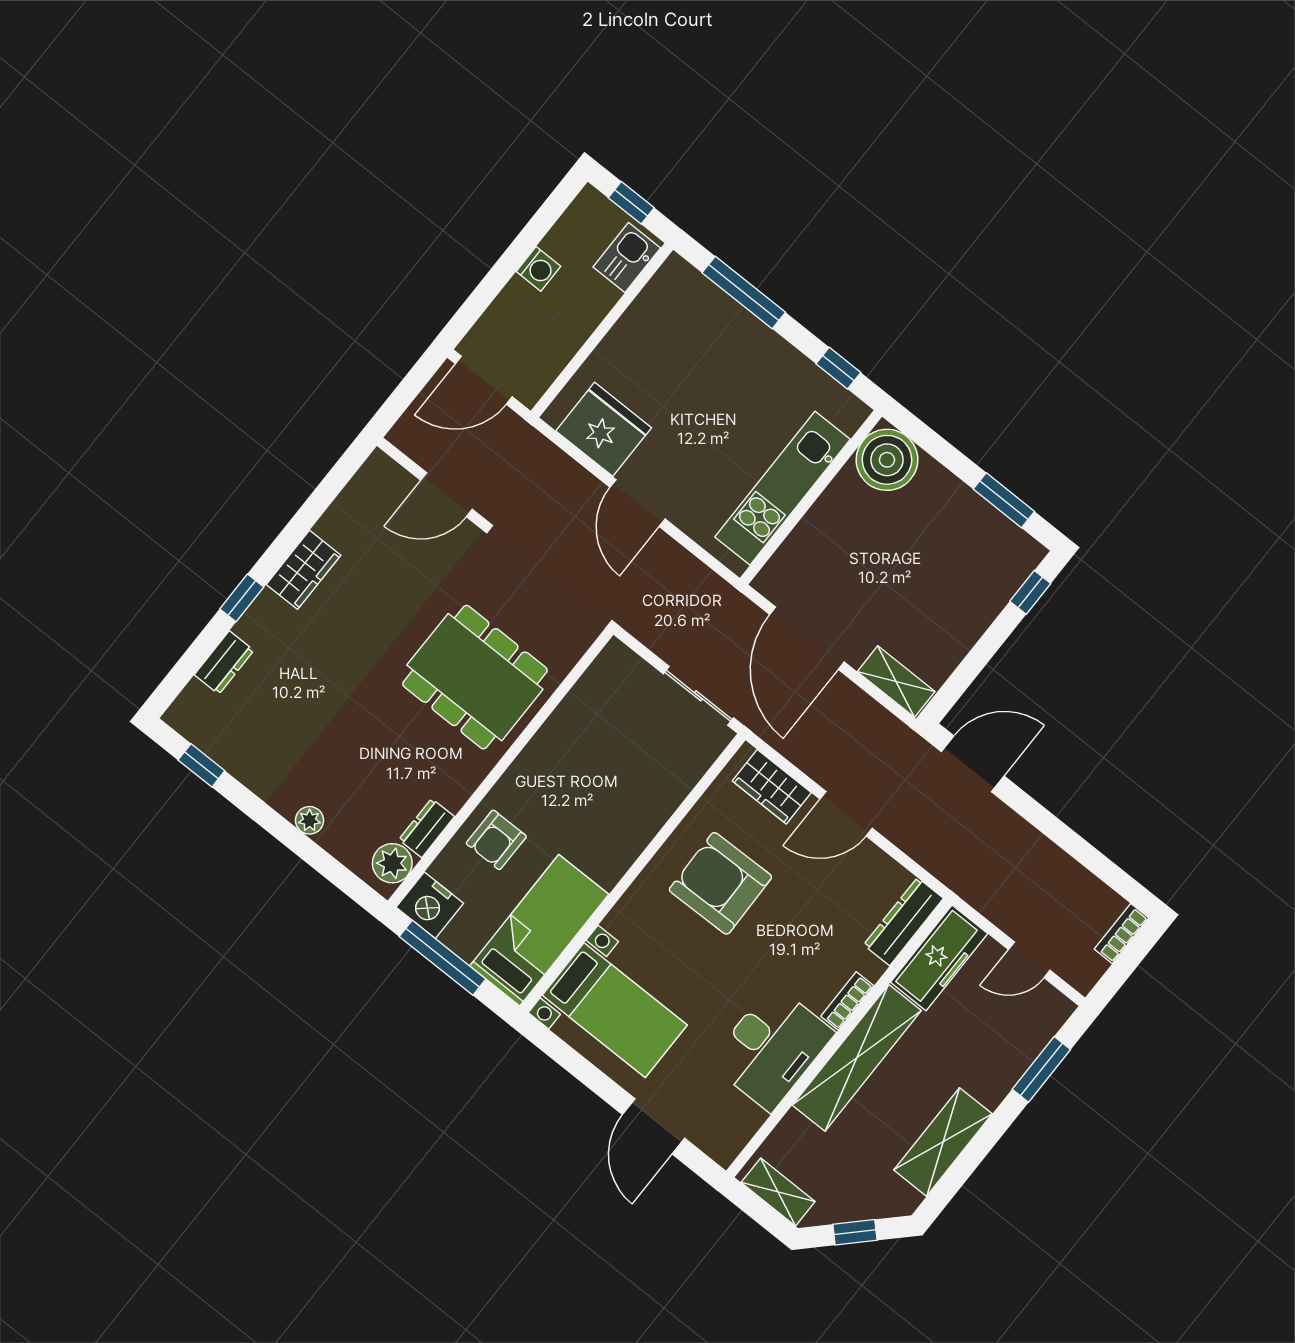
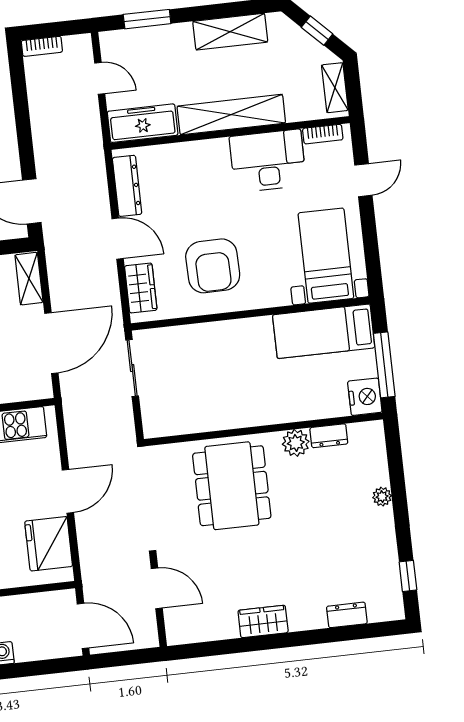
window: (242, 598) -> (307, 638), removed
armchair: (496, 840) -> (301, 396), removed
plant: (392, 863) -> (296, 443), moved
dresser: (904, 922) -> (127, 186), moved, turned -90
bookcase: (847, 1001) -> (323, 134), moved
door: (654, 1126) -> (363, 180), width x0.73

